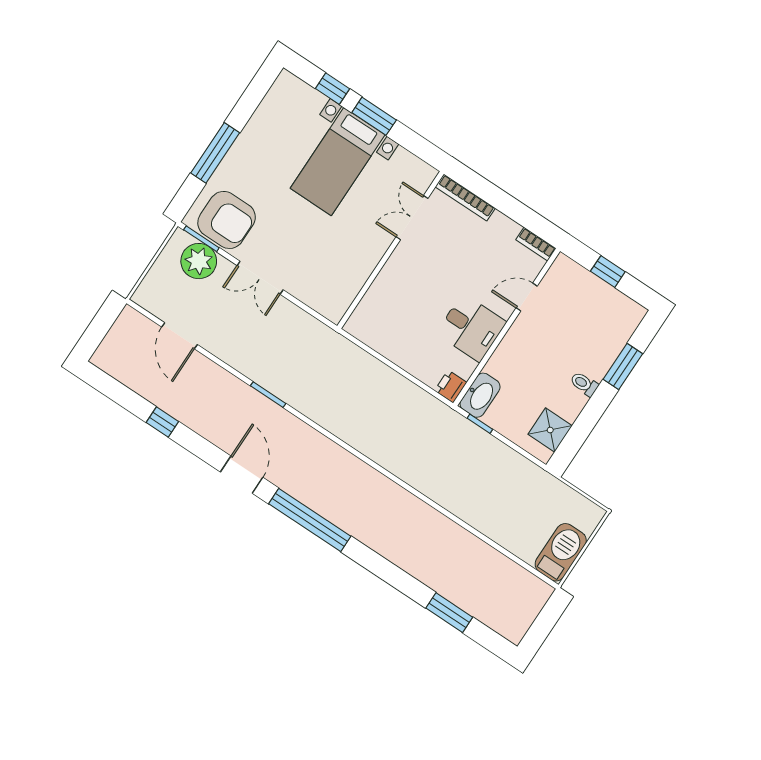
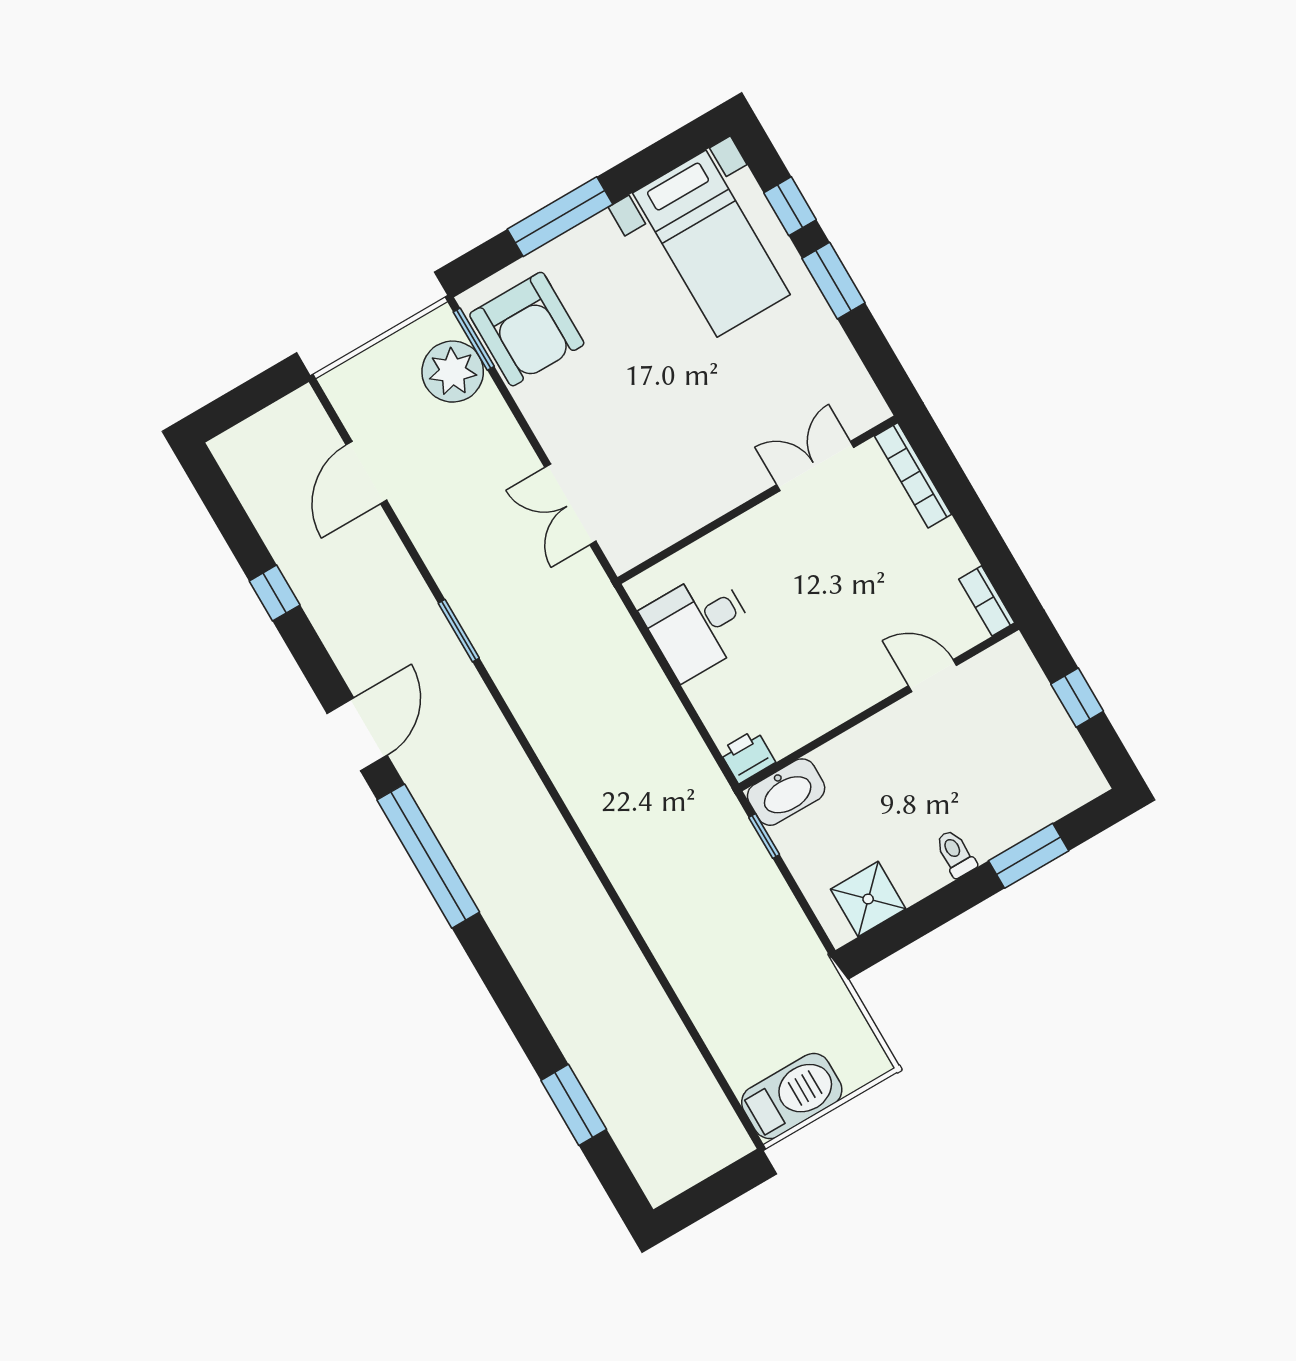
bed with nightstands: (338, 162) -> (711, 244), moved, turned -90
double door: (260, 278) -> (570, 504), moved
desk: (471, 328) -> (699, 625), moved, turned 90

